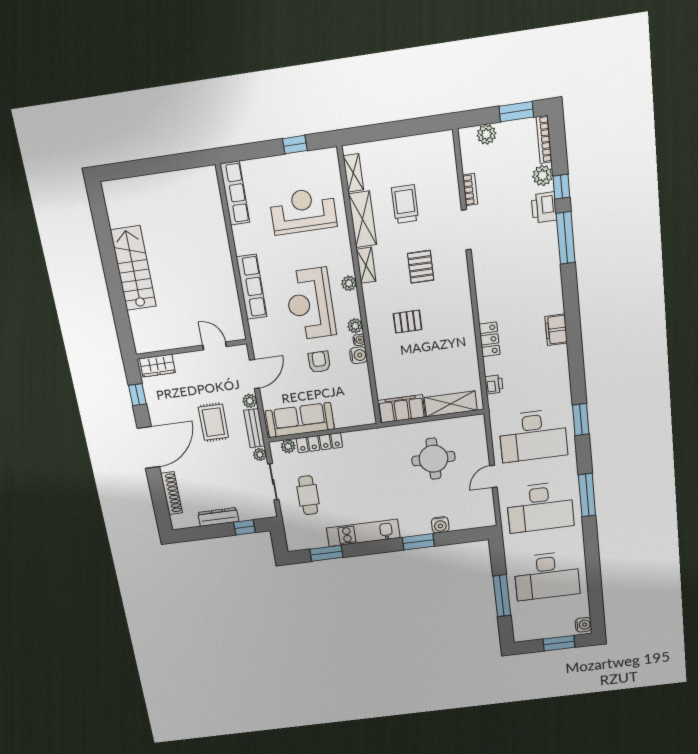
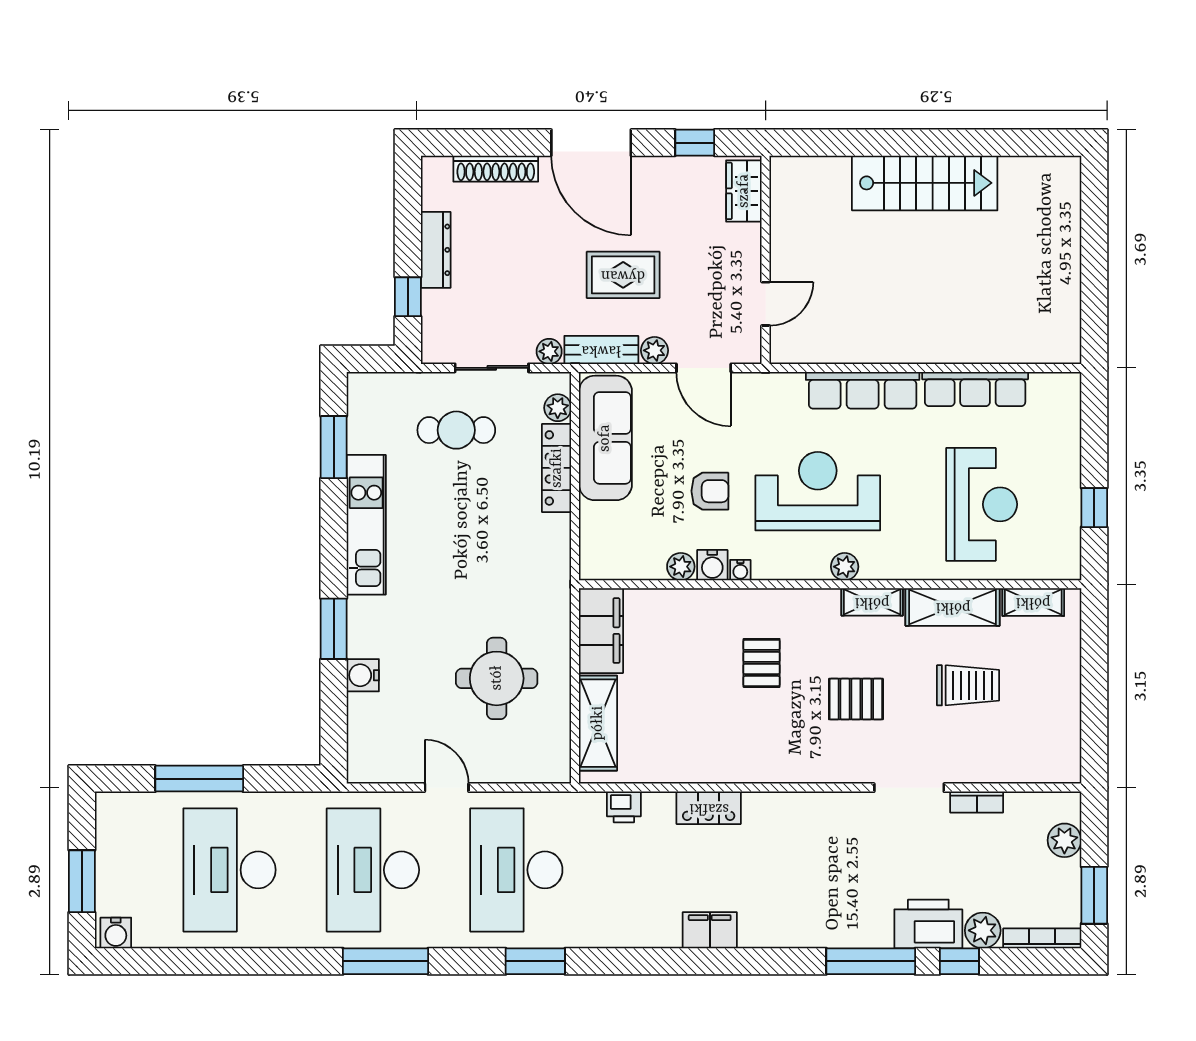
row of seats: (235, 193) -> (975, 389), moved
printer: (544, 207) -> (928, 924), width x1.37, depth x1.19
plant: (355, 326) -> (681, 567), moved

